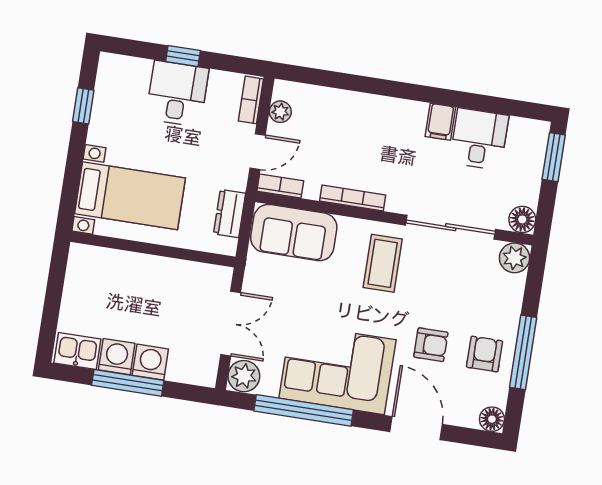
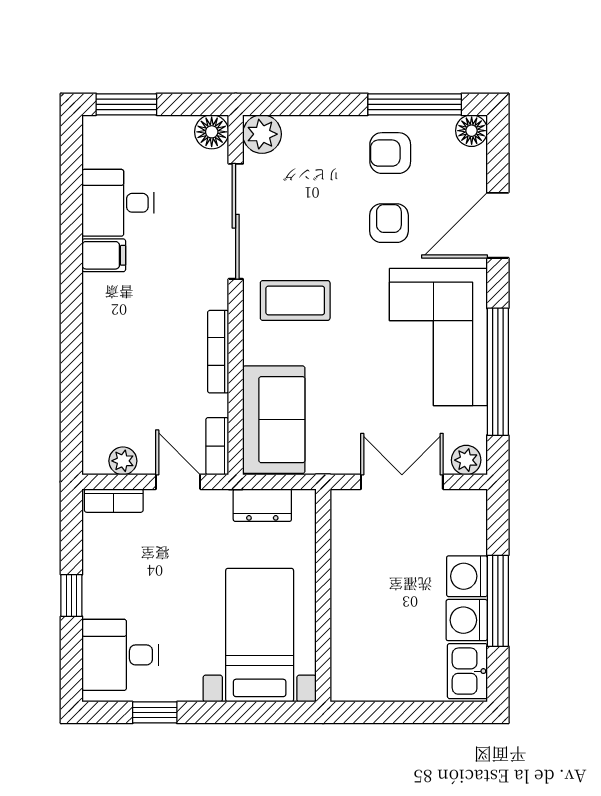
desk: (177, 94) -> (120, 655), moved
window: (523, 352) -> (415, 104), moved
plant: (244, 376) -> (466, 460), width x0.73, depth x0.73

